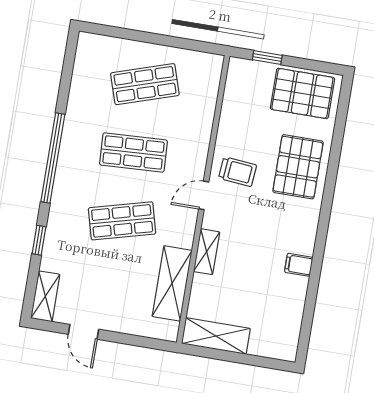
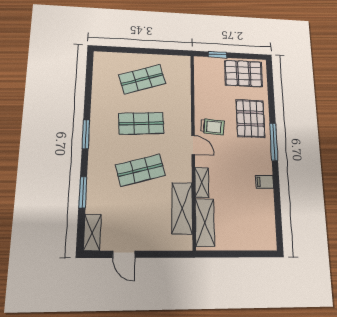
window: (53, 158) -> (86, 134), width x0.47
door: (204, 195) -> (193, 145), swing flipped
window: (326, 208) -> (274, 142), added
window: (39, 240) -> (83, 192), width x1.50
shelving: (216, 336) -> (205, 222), moved, turned 90

